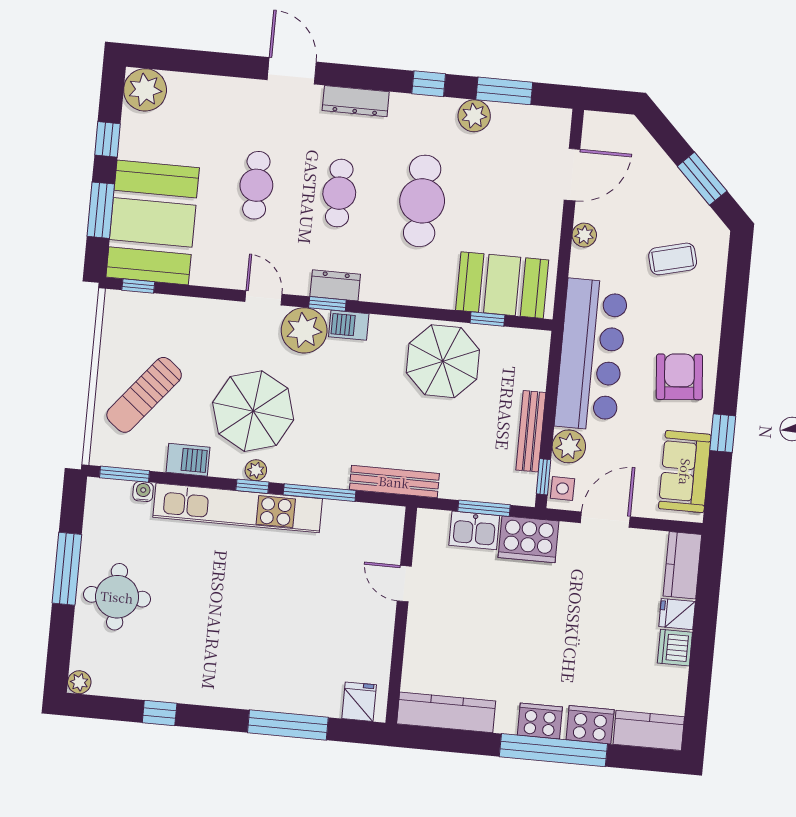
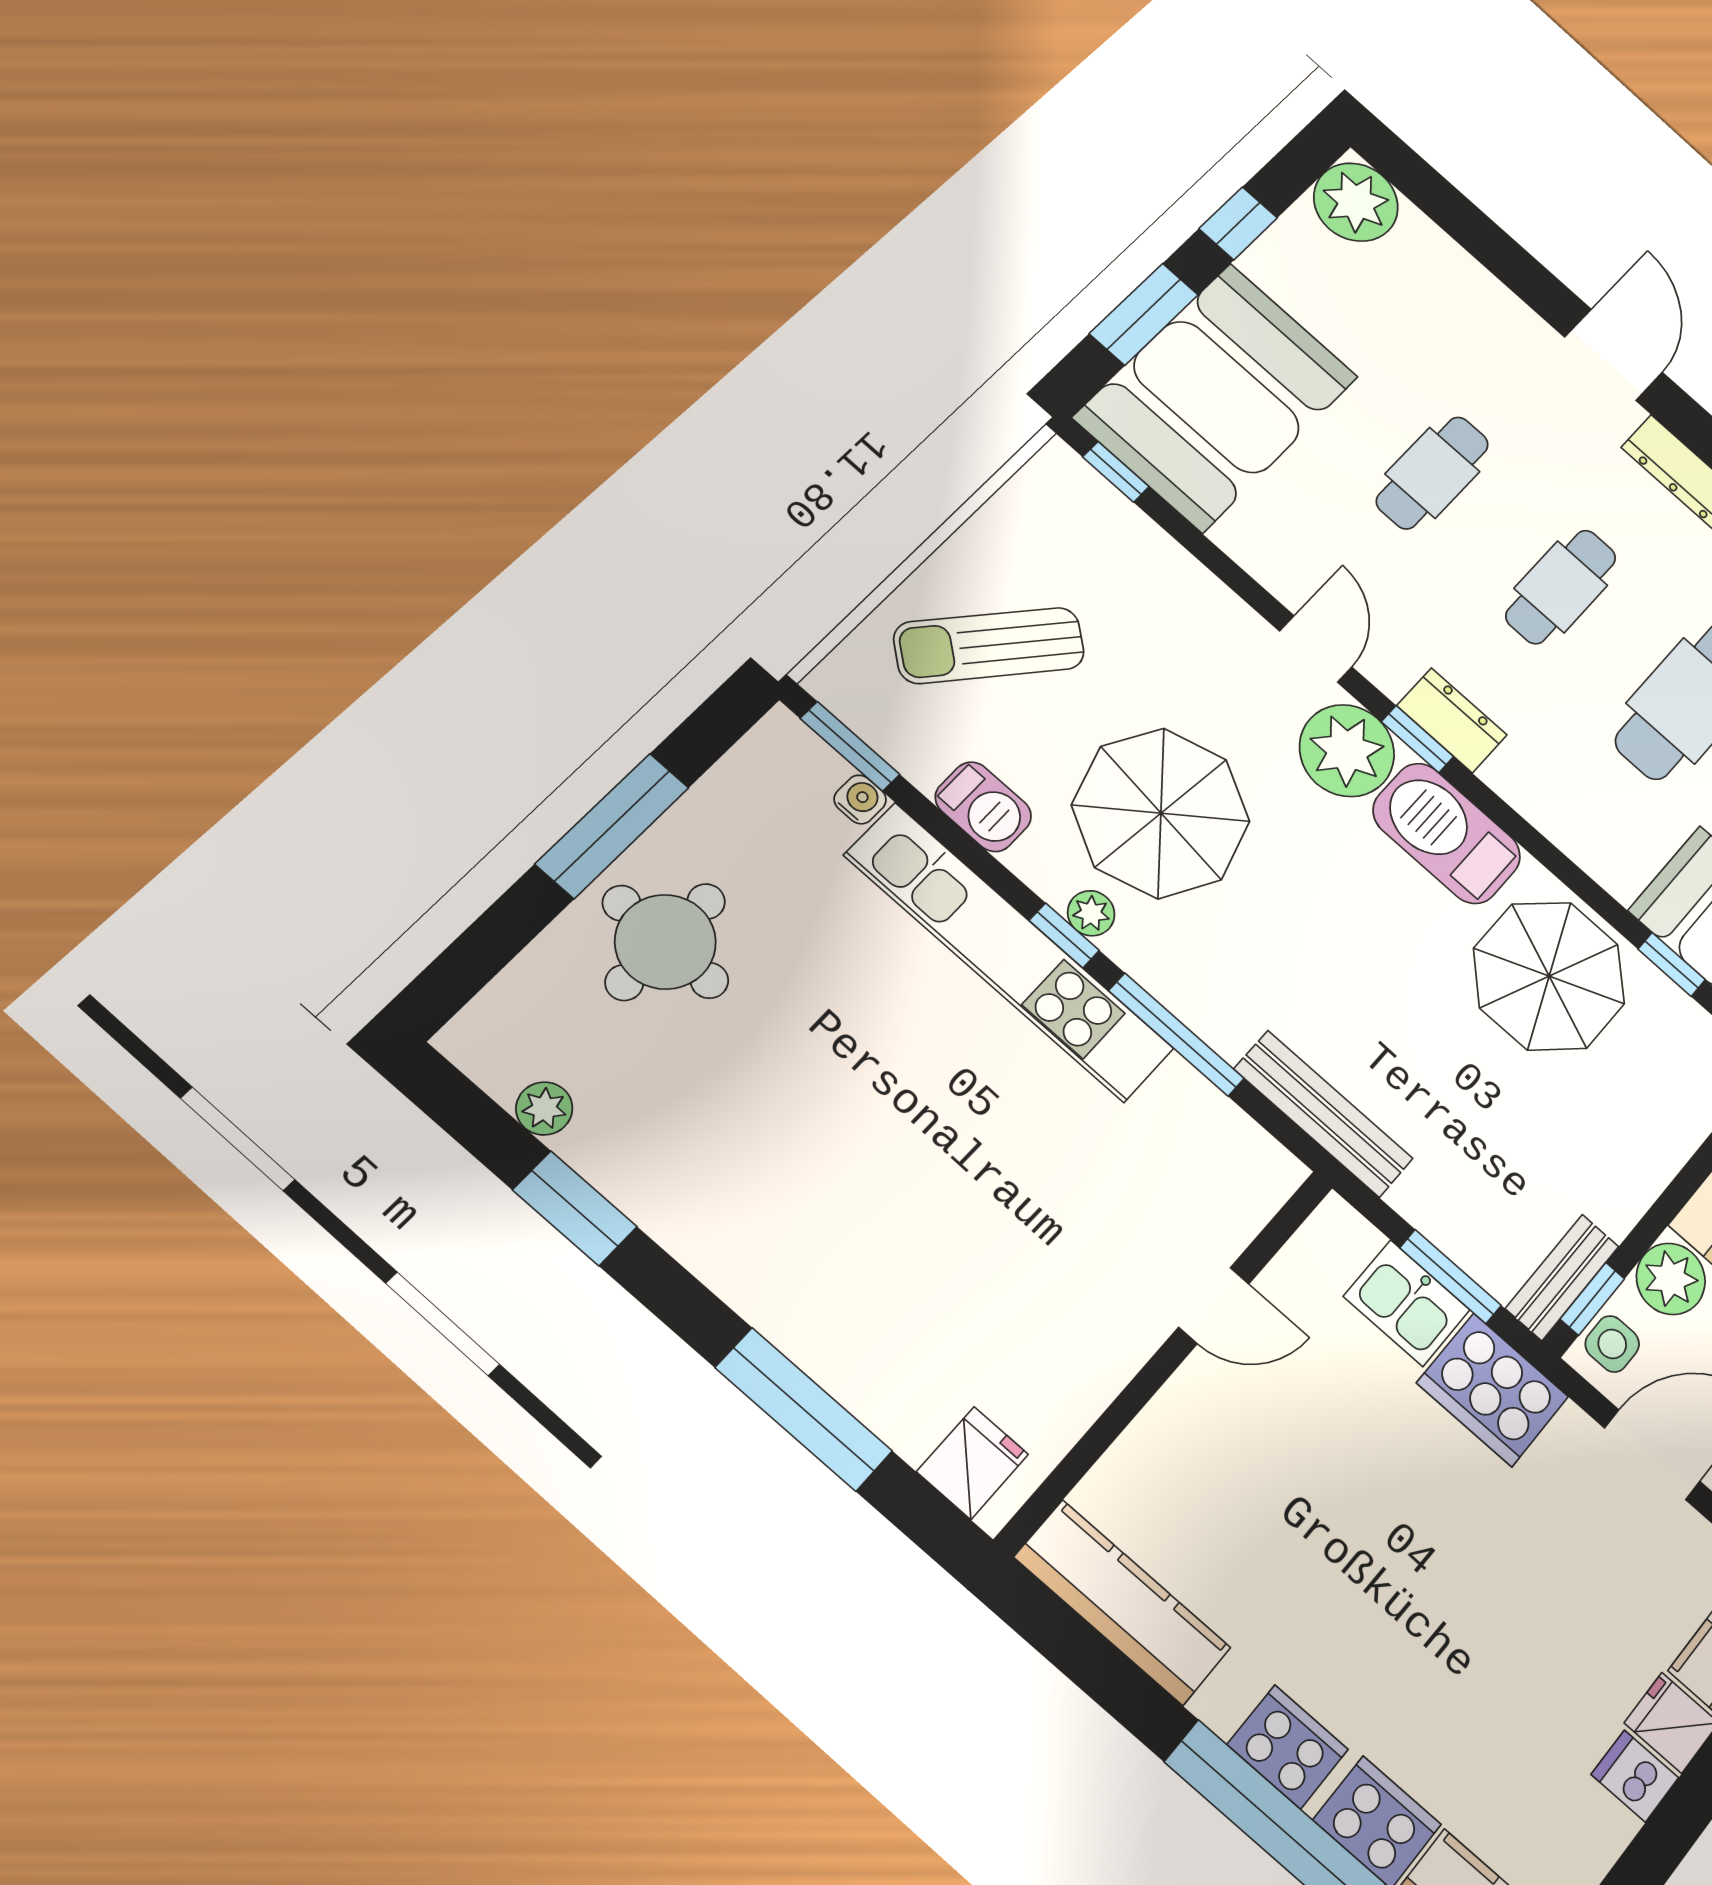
barbecue: (349, 325) -> (1447, 833), width x1.88, depth x1.53
bench: (531, 431) -> (1562, 1277), moved, width x0.73
door: (404, 584) -> (1214, 1306), swing flipped
dishwasher: (675, 648) -> (1635, 1776), width x0.73
plant: (79, 682) -> (544, 1108), moved
window: (160, 713) -> (575, 1208), width x1.50

